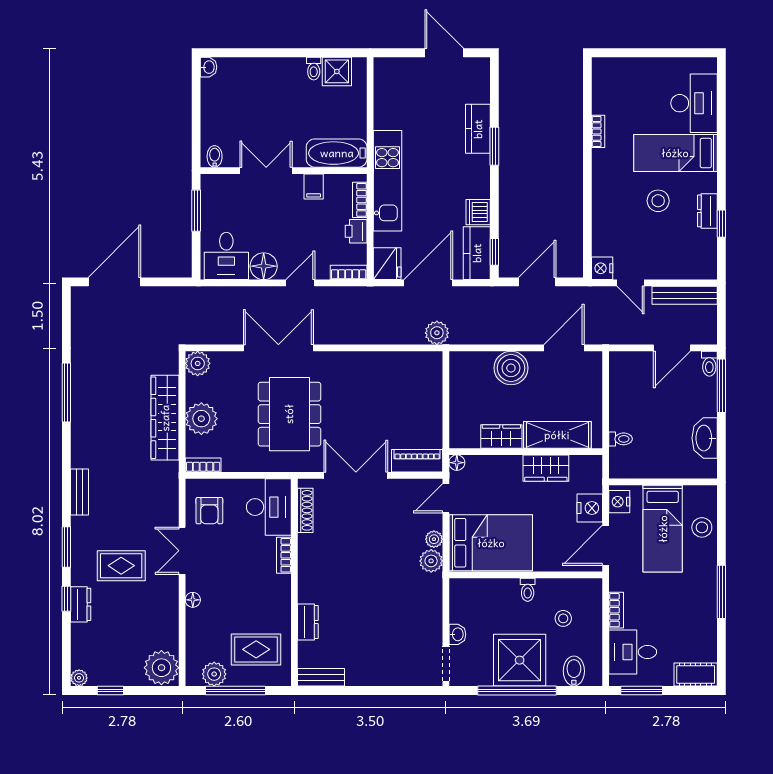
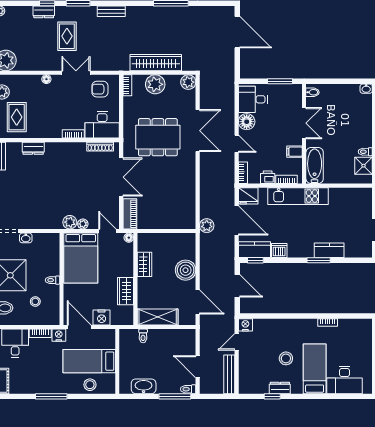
shelving: (557, 435) -> (158, 317), moved, turned 90
nightstand: (619, 502) -> (59, 335), moved

